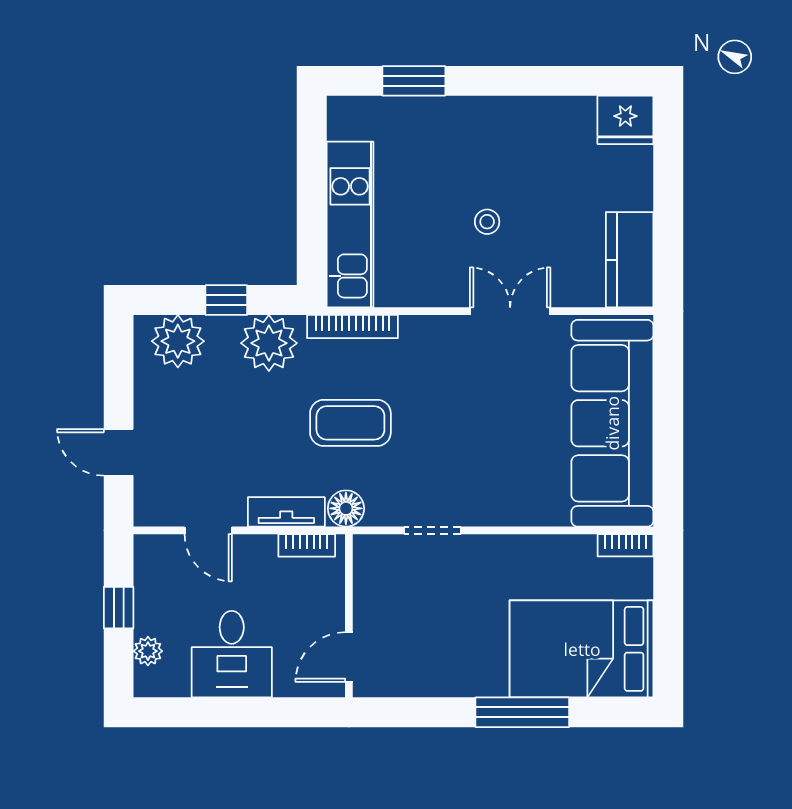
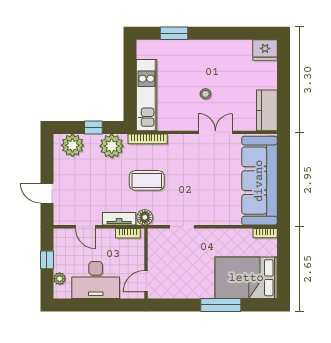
desk: (232, 654) -> (96, 280), width x1.37

